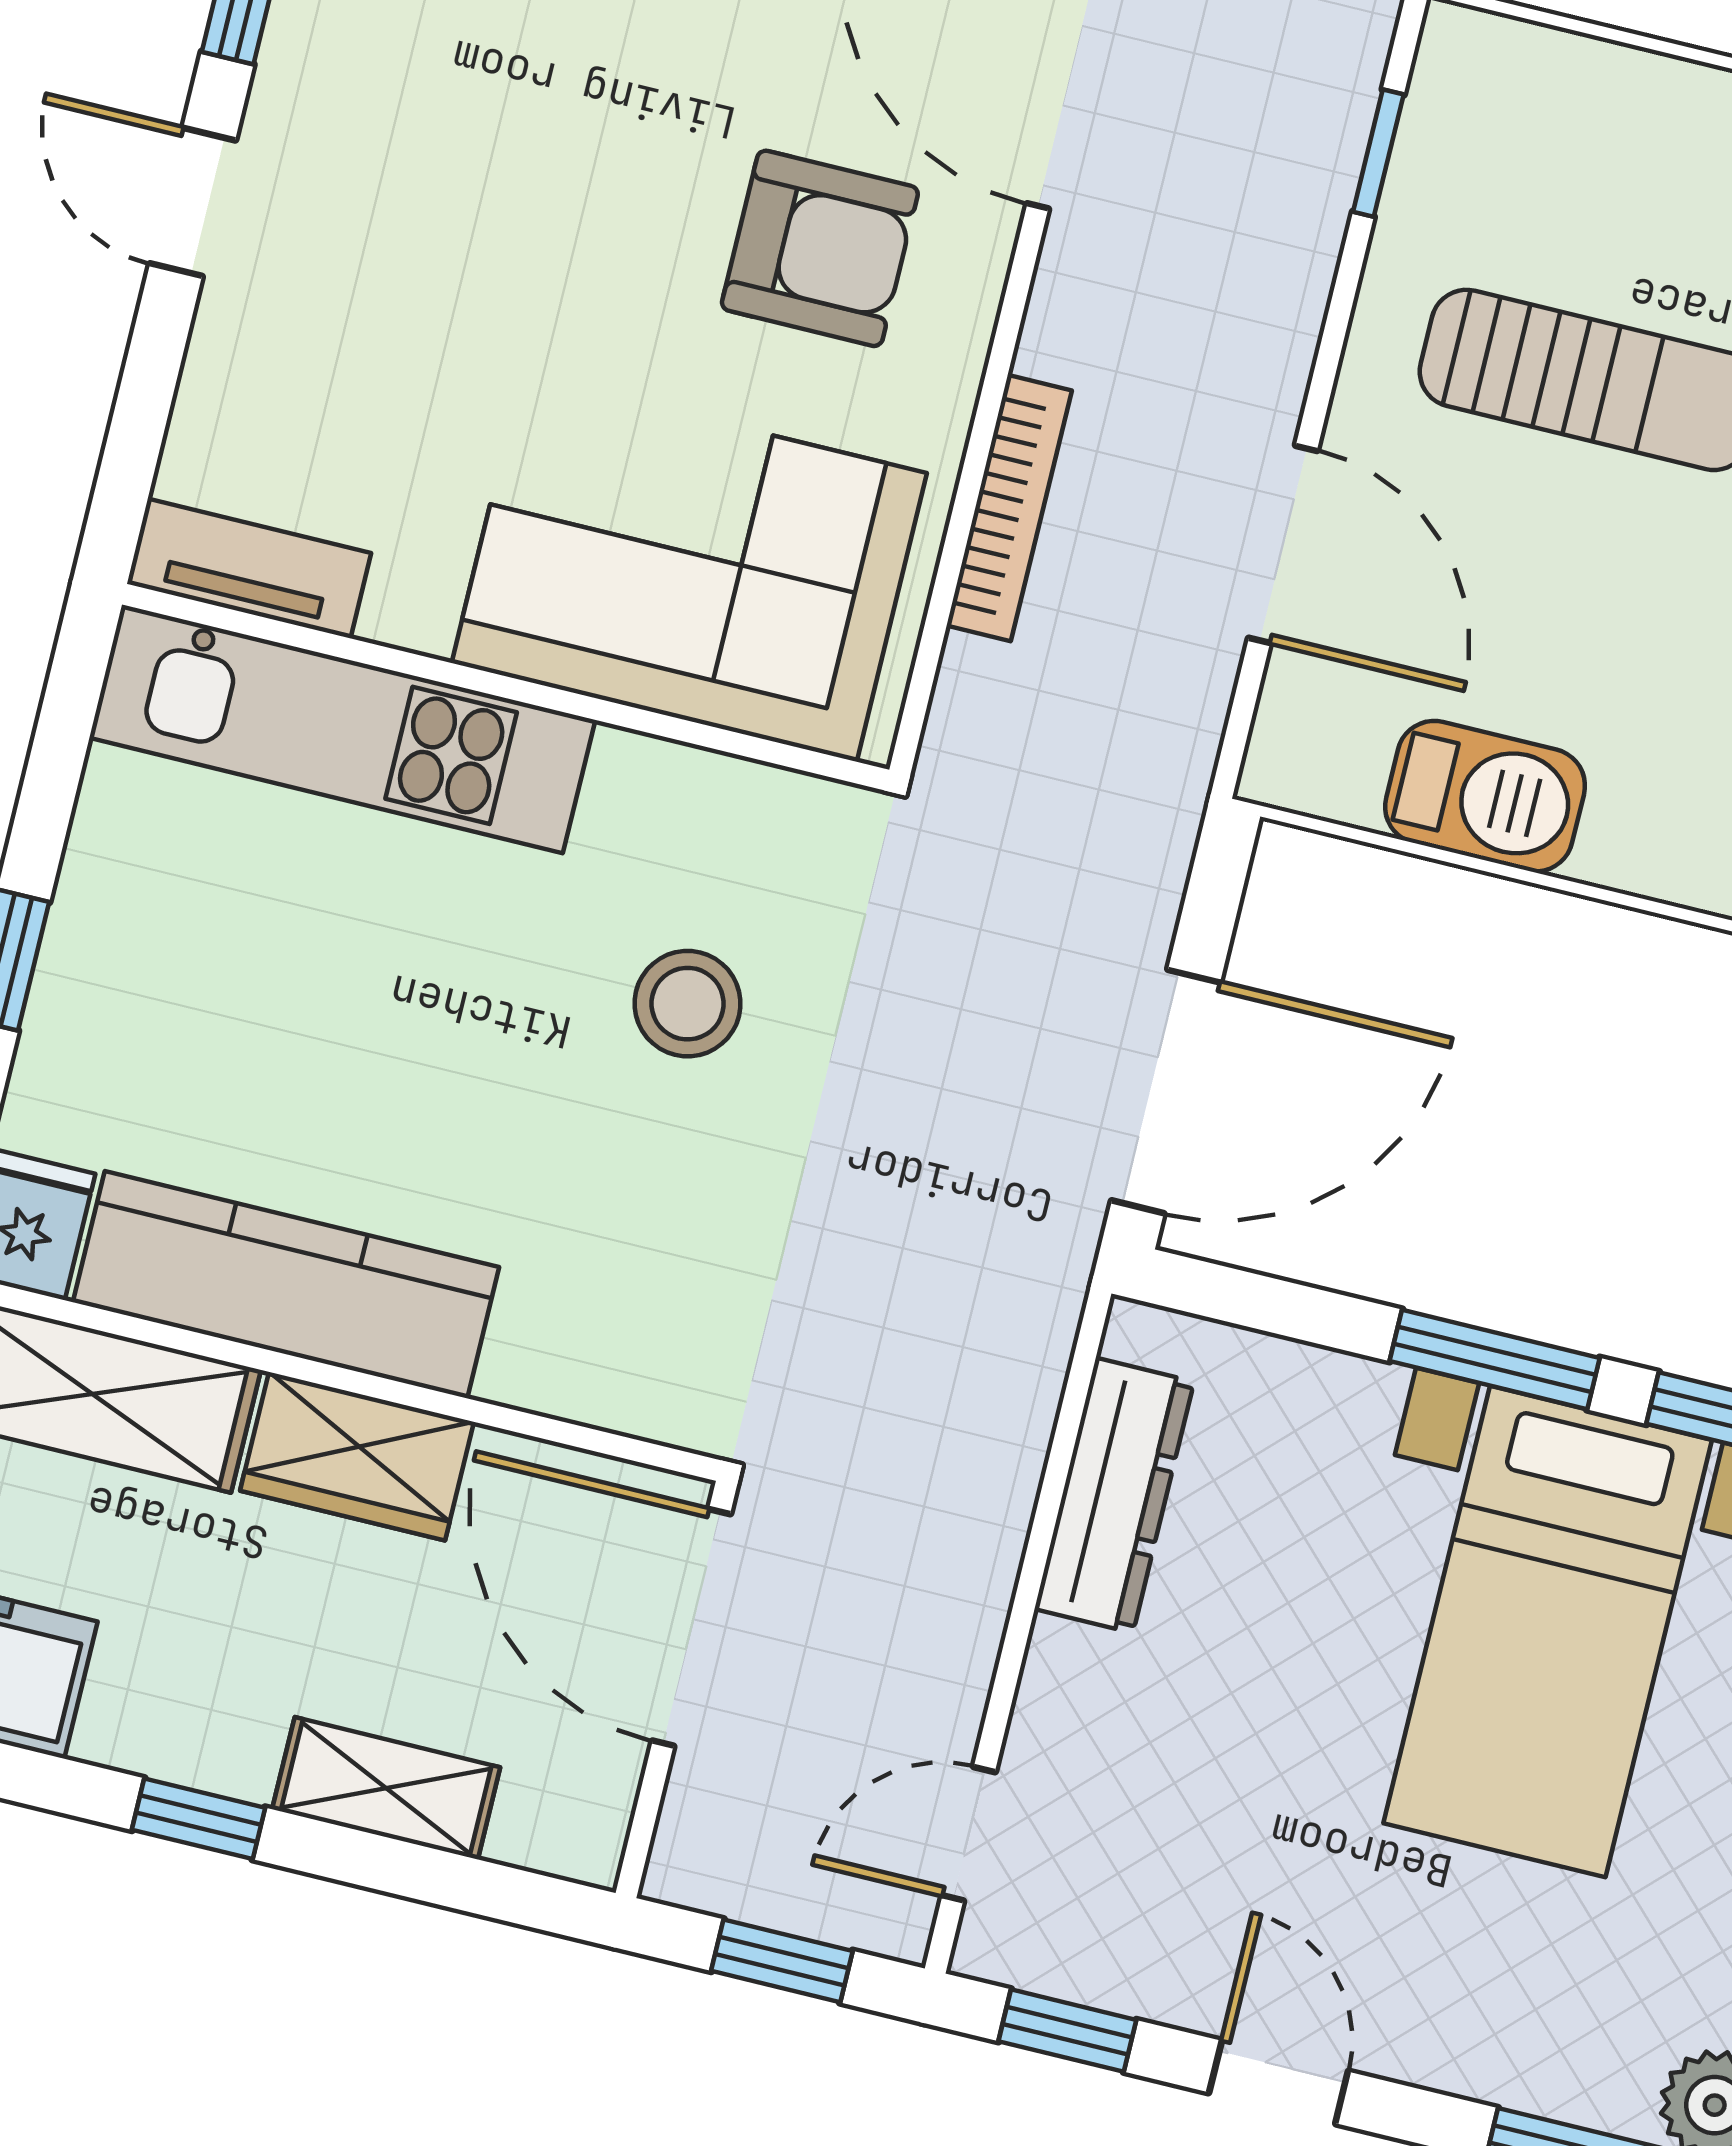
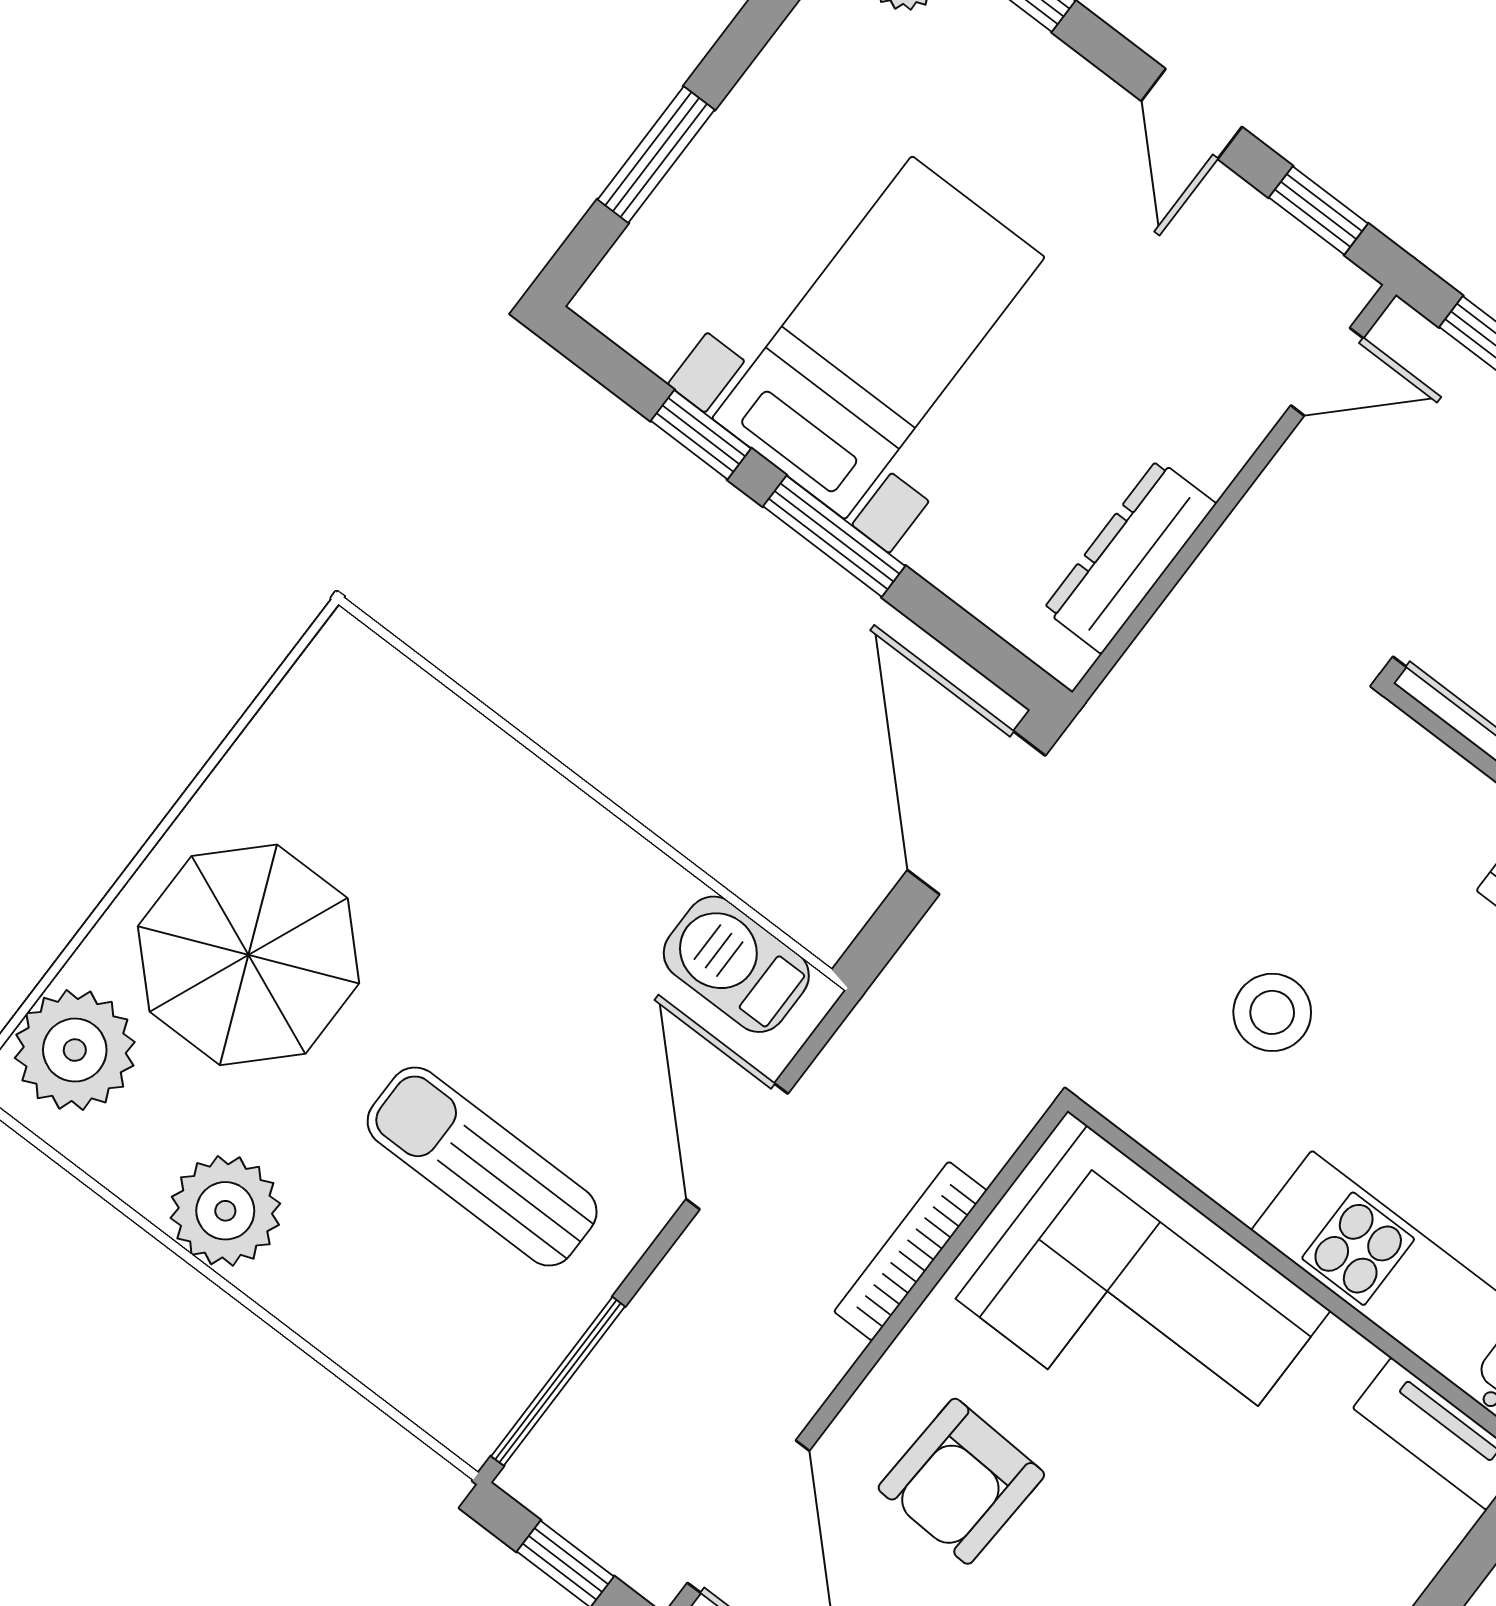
window: (1378, 153) -> (558, 1381), width x2.17
armchair: (820, 248) -> (961, 1481), turned -87
barbecue: (1485, 796) -> (736, 964), moved
door: (1166, 1091) -> (976, 813), hinge flipped

